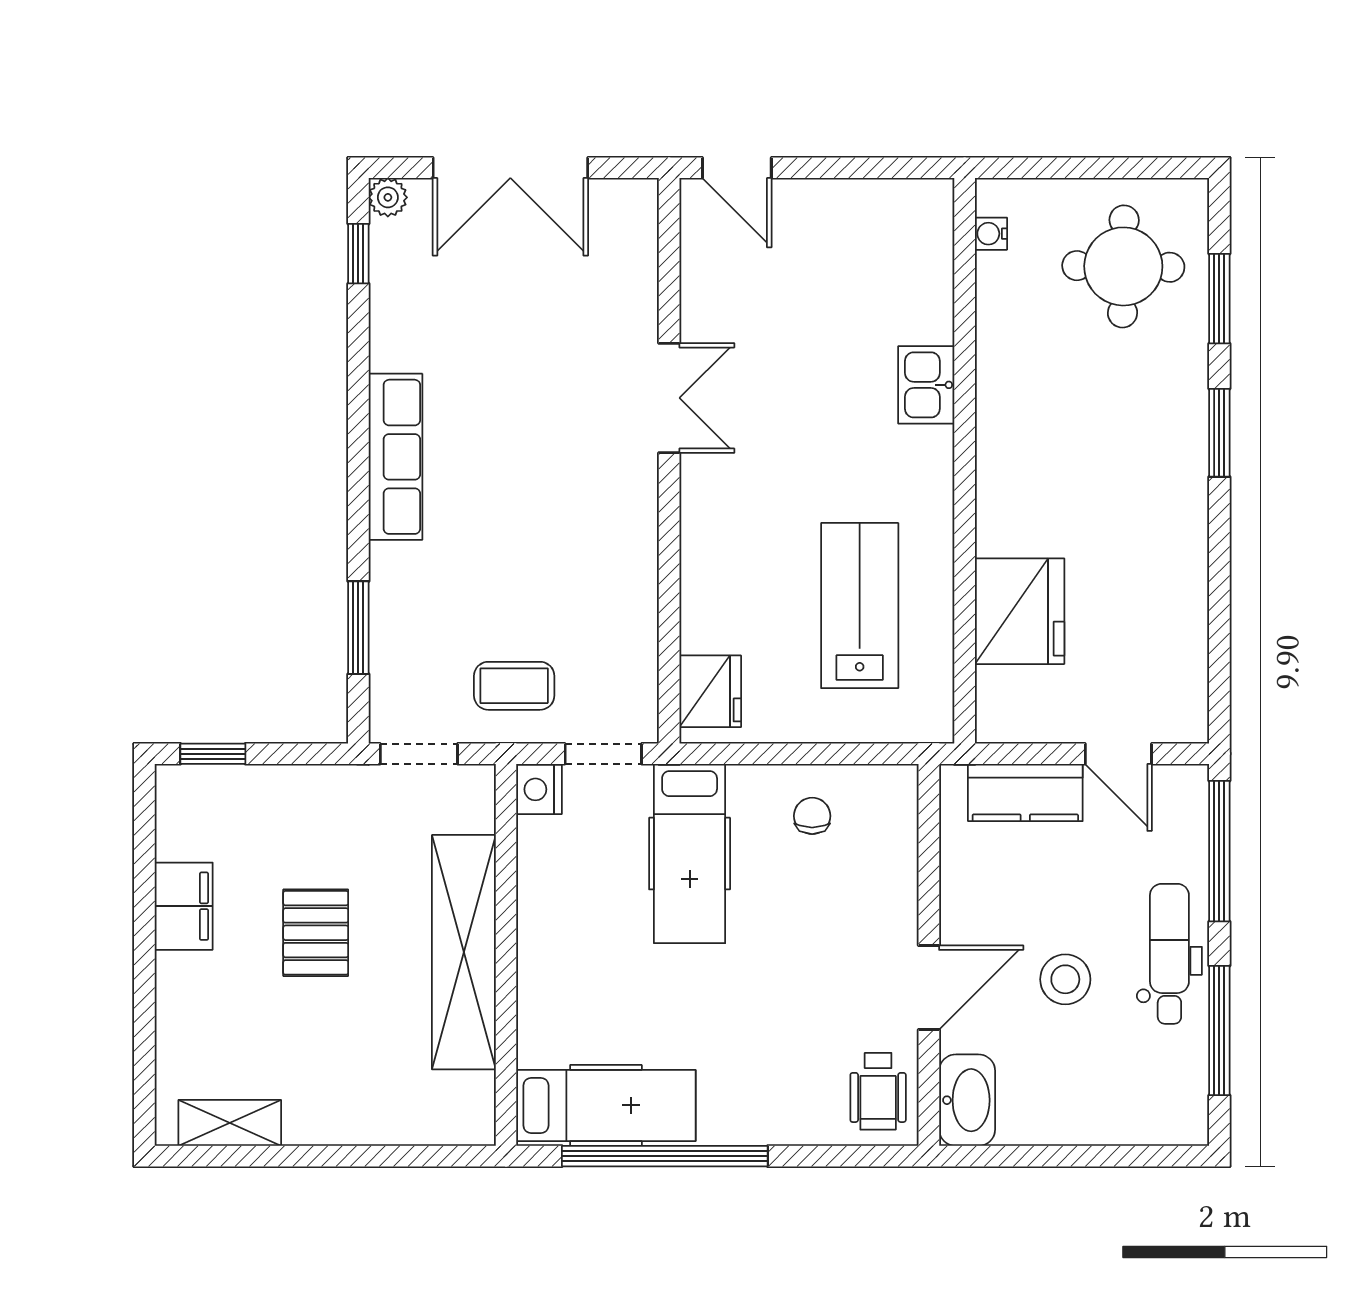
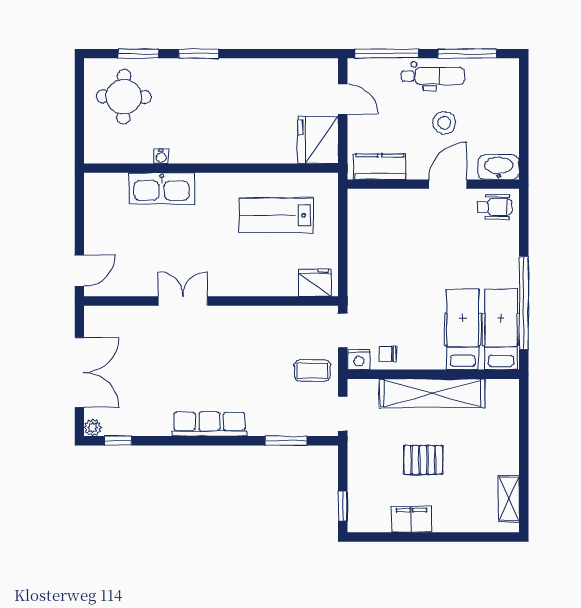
water cooler: (991, 234) -> (161, 156), moved
kitchen sink: (926, 385) -> (162, 188), width x1.88, depth x1.24
fridge: (1020, 611) -> (318, 140), moved, turned -90
coffee table: (514, 686) -> (312, 371), turned 90
door: (1118, 754) -> (343, 99), hinge flipped
kitchen counter: (1025, 793) -> (380, 167), moved, turned -90
chair: (812, 816) -> (388, 354), moved
hospital bed: (690, 854) -> (463, 329), moved, turned -90
dental chair: (1169, 954) -> (433, 76), turned 180
door: (929, 987) -> (448, 184), hinge flipped

